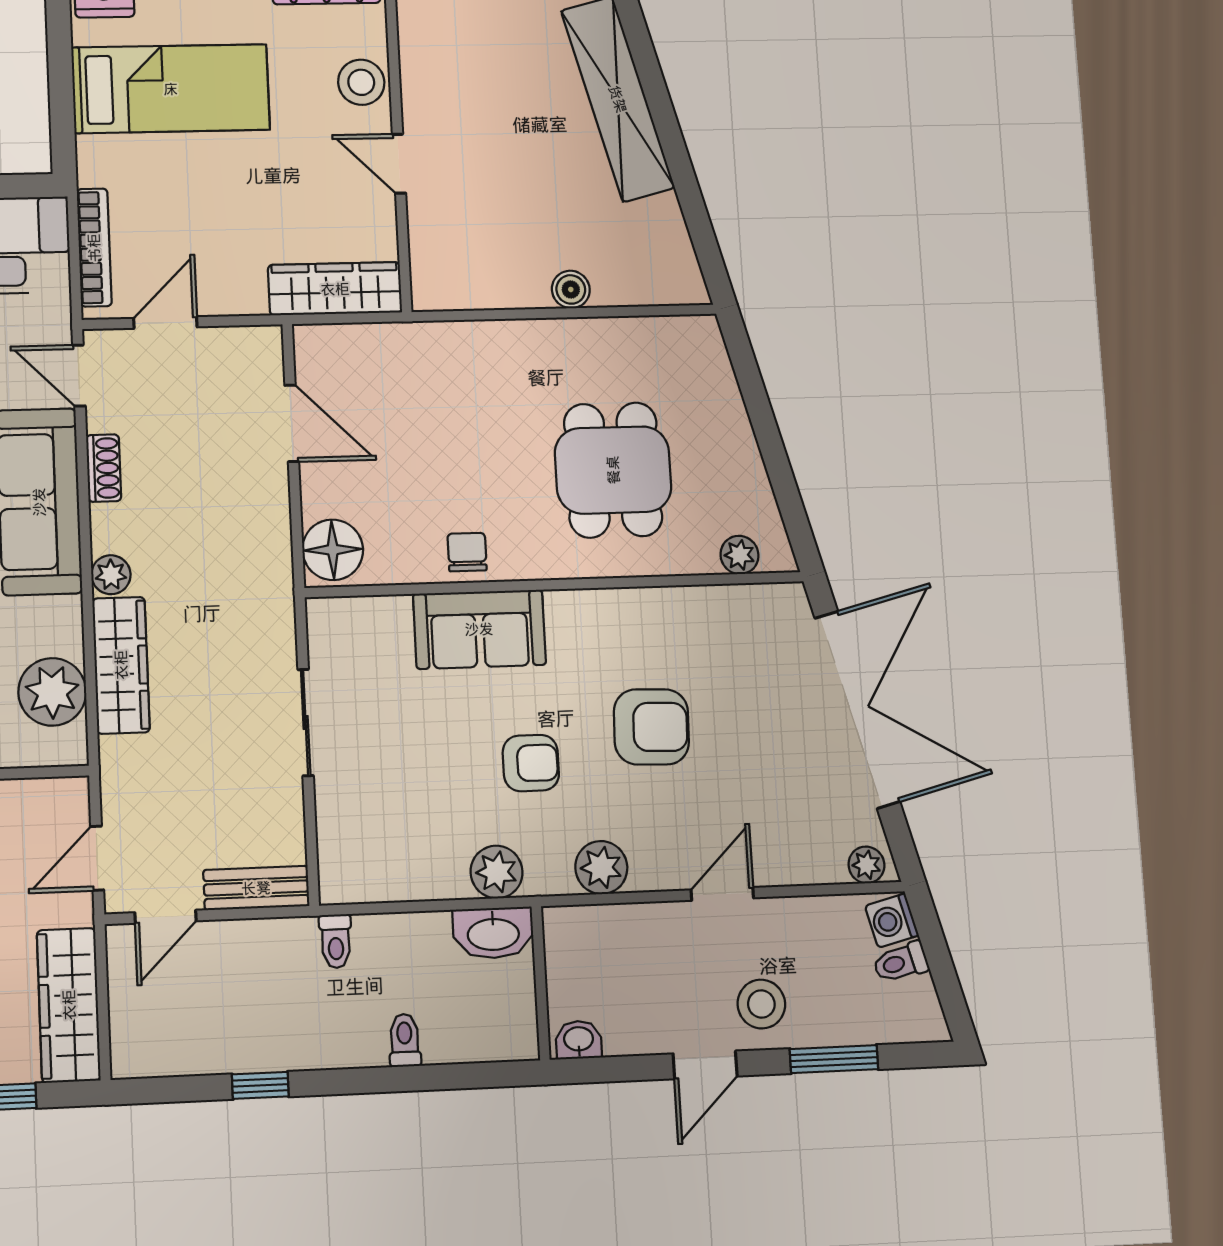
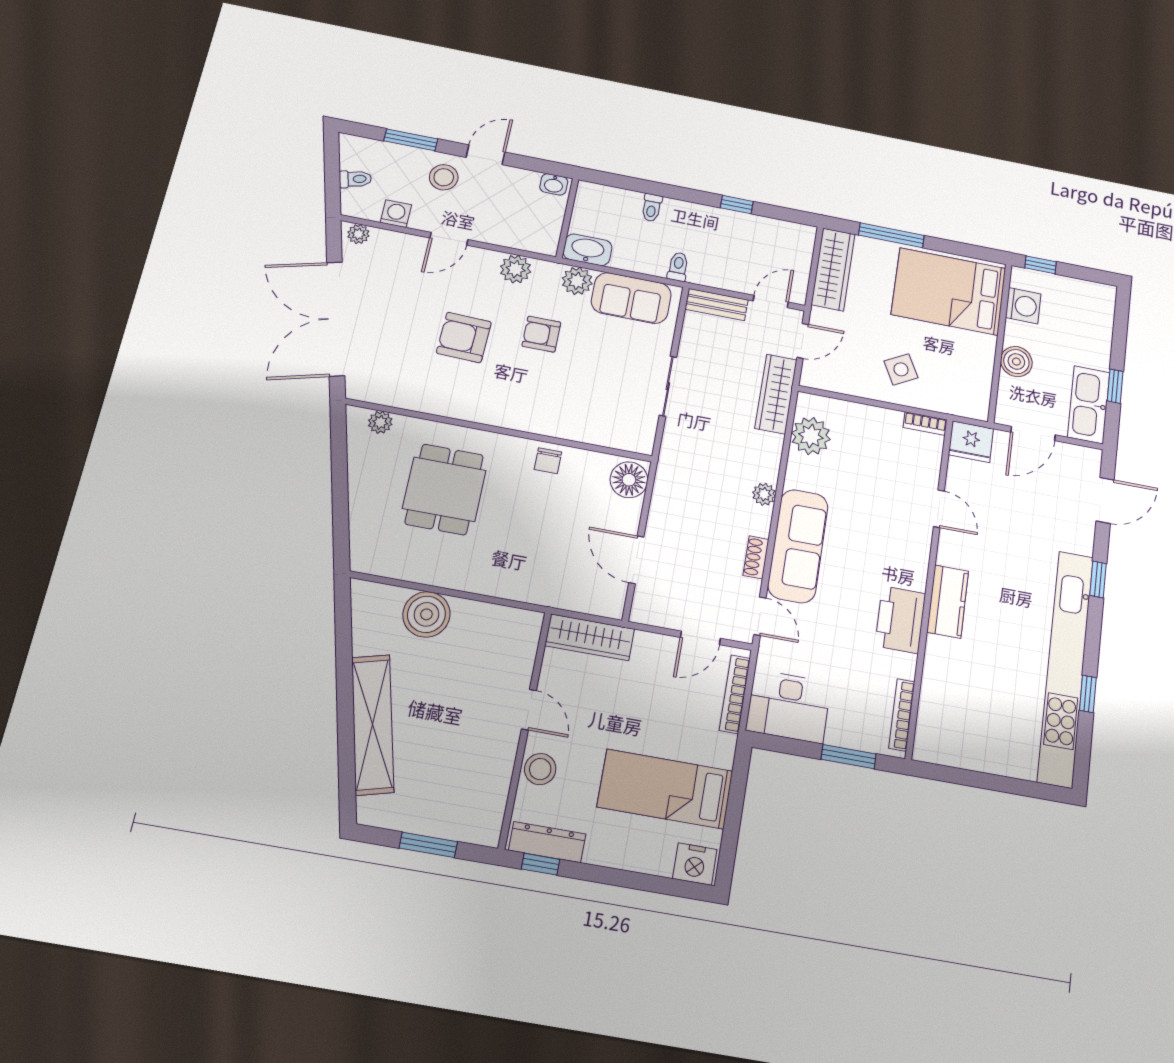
boiler: (571, 289) -> (426, 614), width x1.86, depth x1.86
sofa: (479, 629) -> (631, 298), moved, turned 180
wardrobe: (121, 665) -> (776, 394), moved
washing machine: (892, 921) -> (396, 214), moved, turned -75

